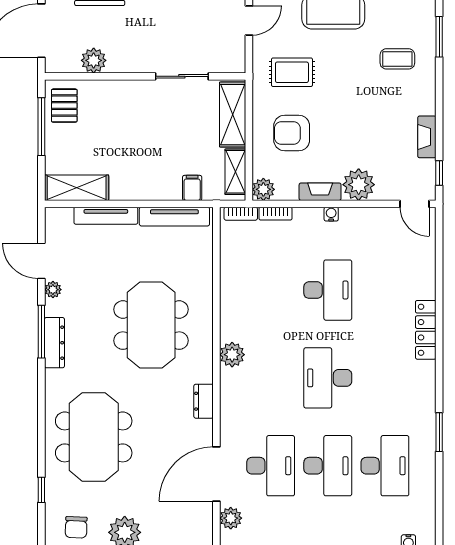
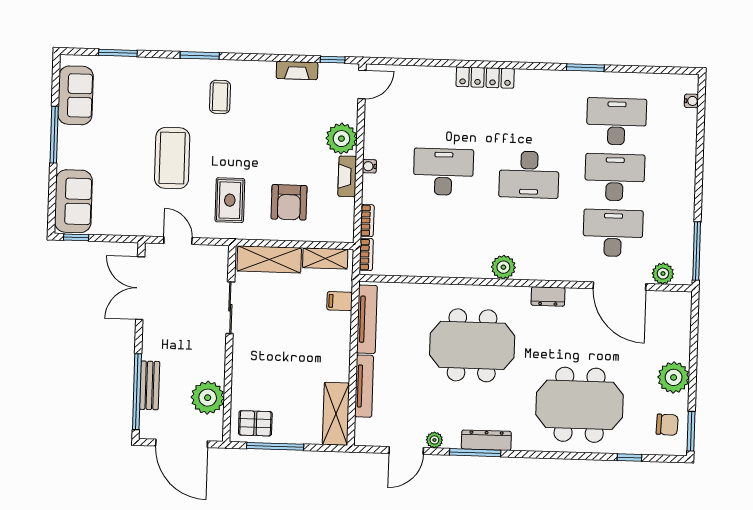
plant: (94, 60) -> (208, 398), width x1.36, depth x1.36
plant: (263, 189) -> (343, 232), removed

